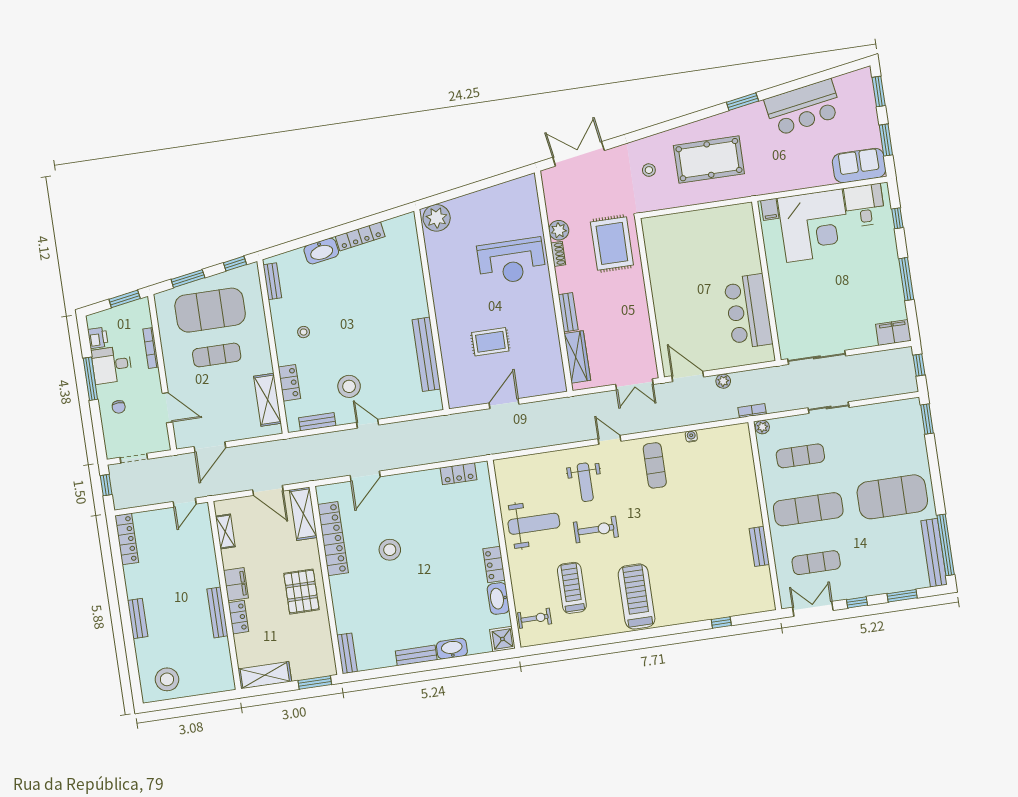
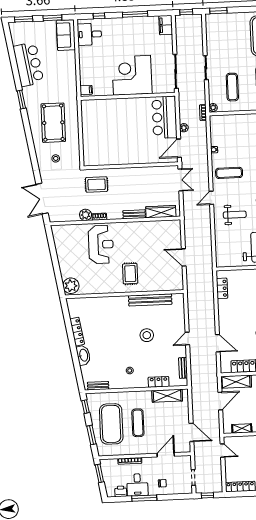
corner desk: (814, 226) -> (132, 75), moved, turned -90
rug: (612, 243) -> (97, 185), width x0.73, depth x0.70
bar counter: (748, 311) -> (164, 117), moved, turned 90
rug: (490, 342) -> (130, 274), moved
stool: (349, 386) -> (147, 335), moved

